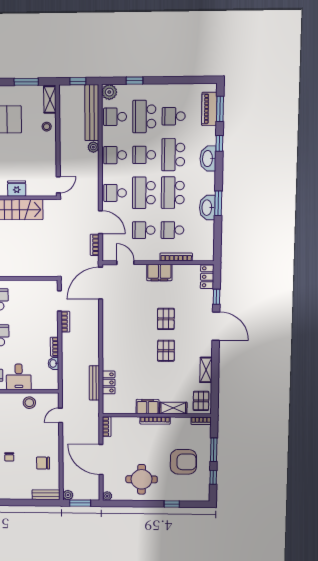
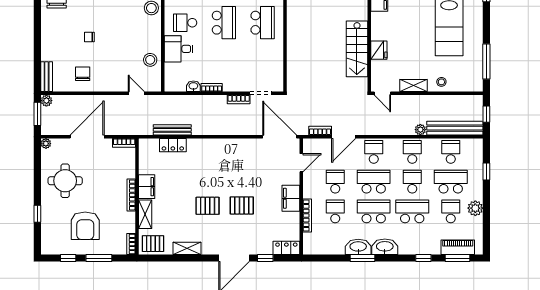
window: (26, 82) -> (486, 62), width x1.44
plant: (109, 92) -> (475, 208), moved
shelving: (50, 99) -> (414, 86), moved
washbasin: (208, 159) -> (385, 247), moved

